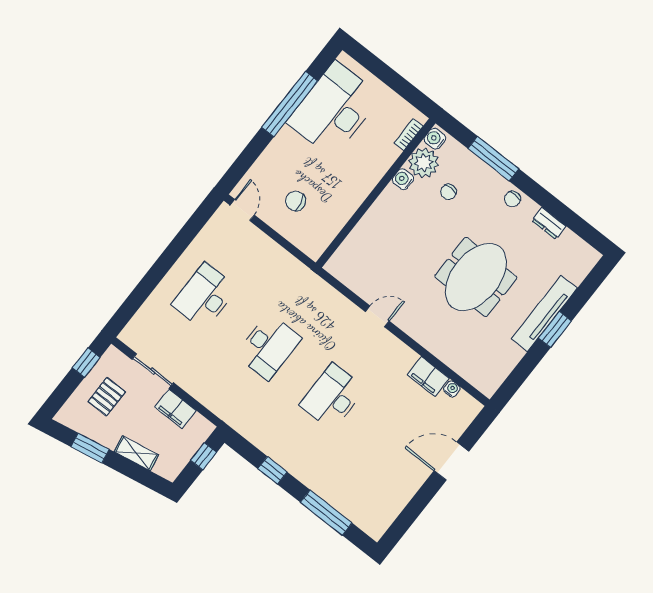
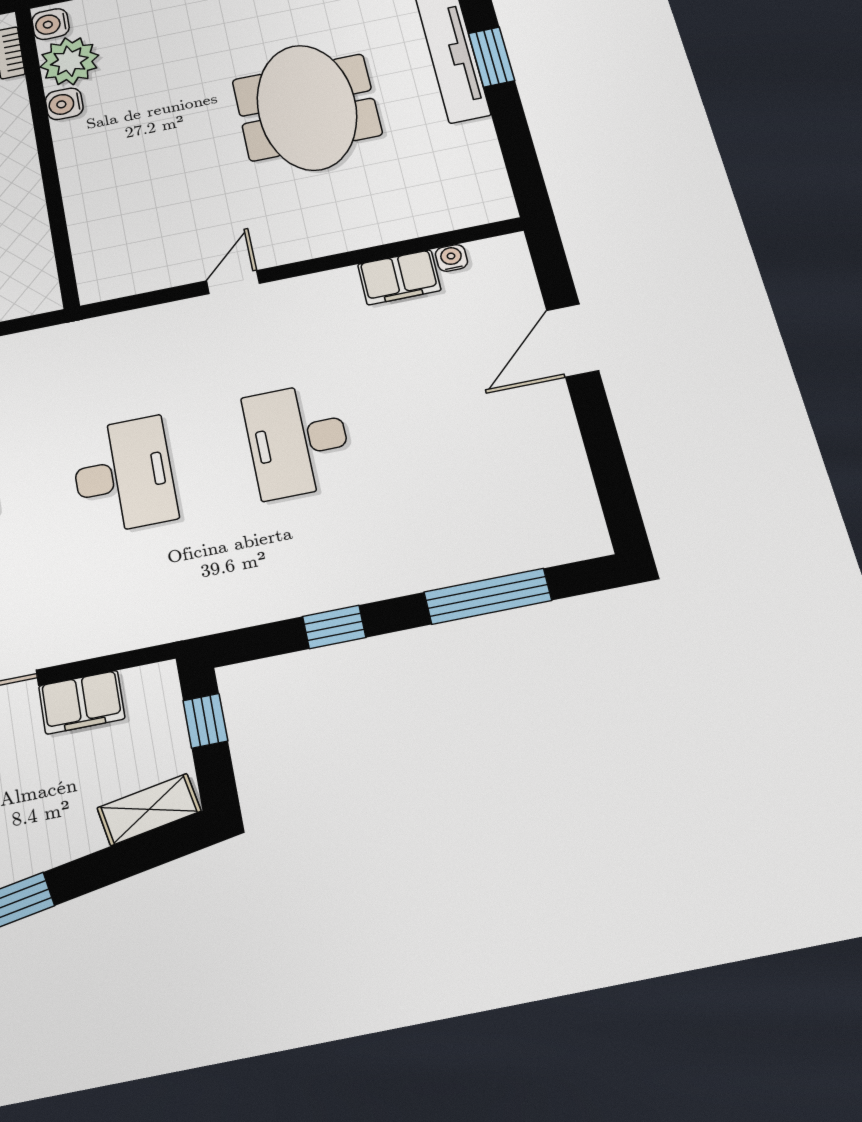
chair: (448, 192) -> (144, 58), removed
shelving: (136, 453) -> (149, 809), moved

